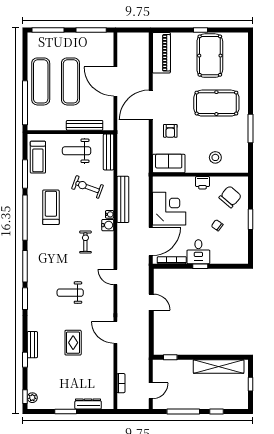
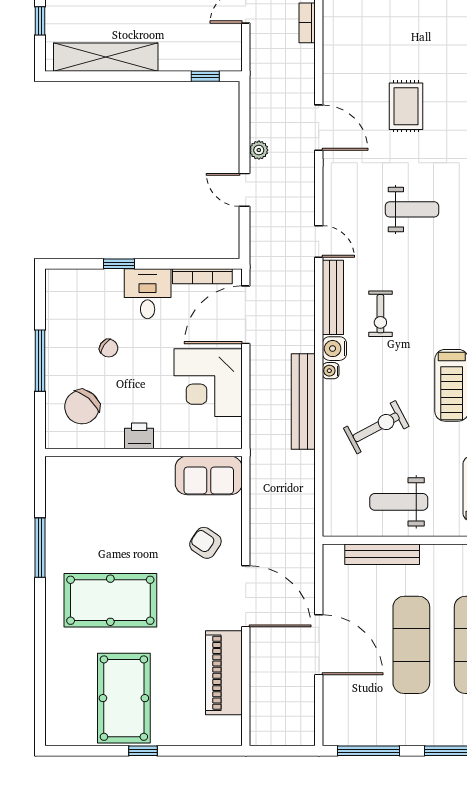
piano: (161, 53) -> (224, 673), moved
door: (151, 105) -> (246, 596), hinge flipped
armchair: (170, 131) -> (205, 543), turned -56
weight bench: (77, 151) -> (399, 502), turned 180
bench: (108, 152) -> (333, 297), moved
stool: (215, 157) -> (113, 488), removed
exercise bike: (87, 187) -> (376, 427), turned -48
window: (251, 219) -> (40, 361), width x1.44
window: (200, 266) -> (119, 264), moved
plant: (144, 321) -> (259, 150), added

